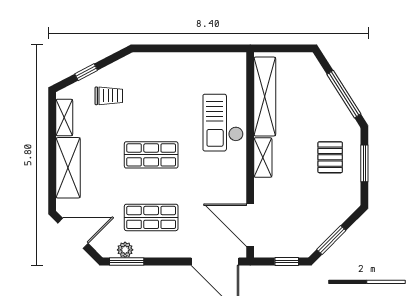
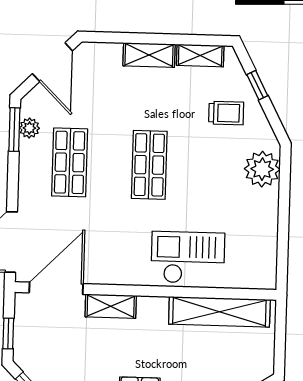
plant: (152, 66) -> (262, 169), added
trolley: (109, 96) -> (226, 113), turned -90
shelving: (263, 158) -> (111, 306), moved
shelving: (68, 168) -> (149, 55), width x0.67, depth x0.75

